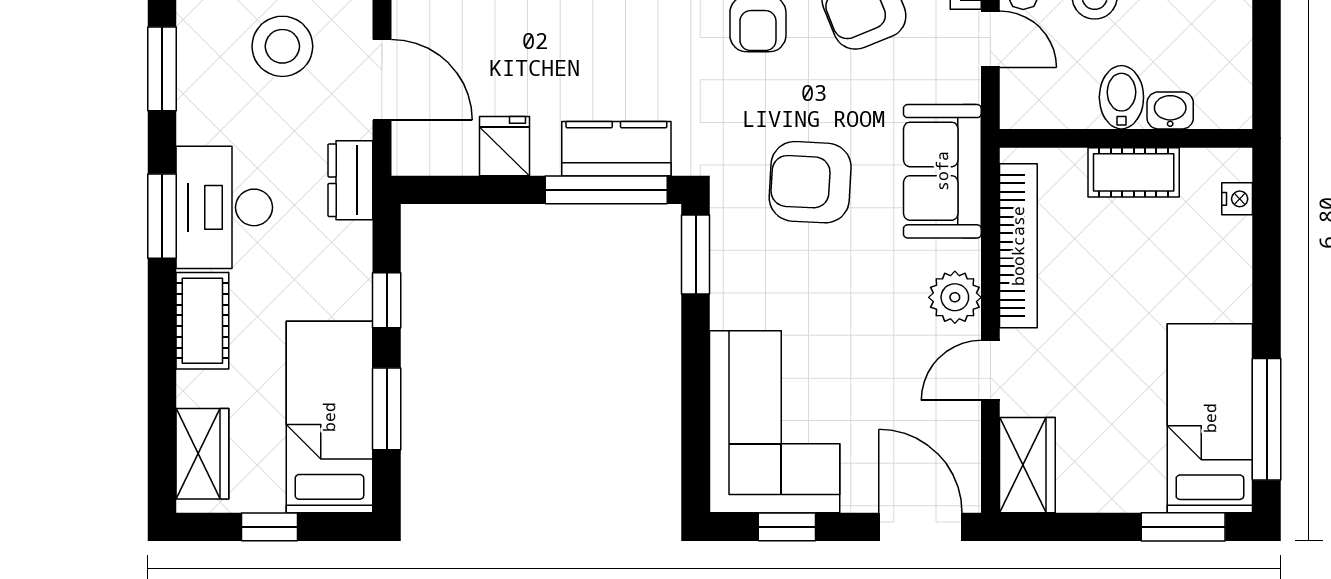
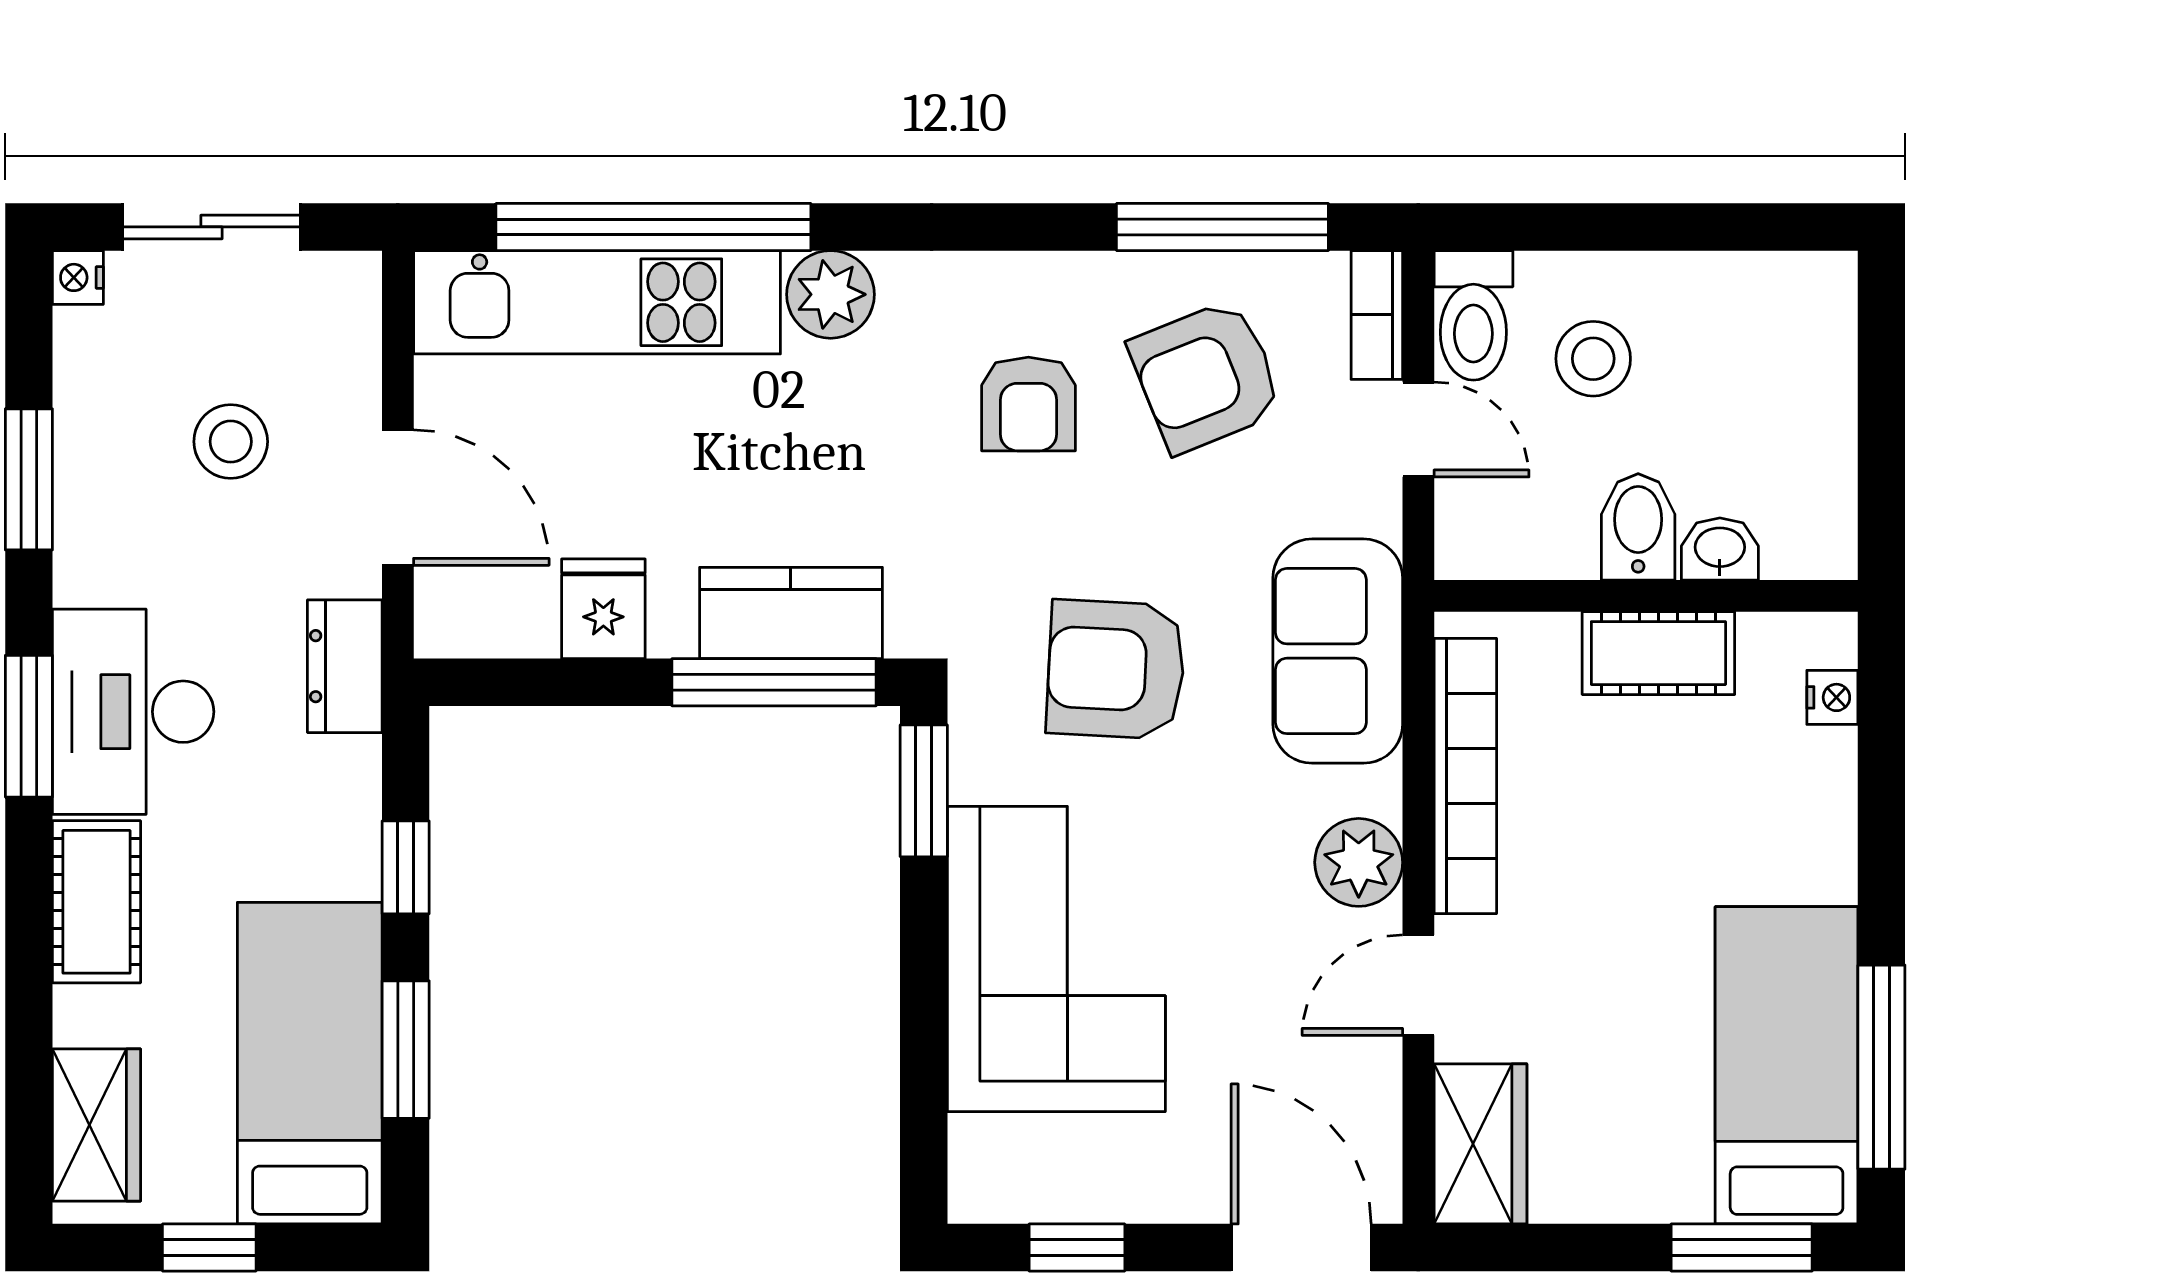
stool: (282, 46) -> (231, 442), width x0.73, depth x0.73
corner sofa: (775, 422) -> (1056, 959), moved

